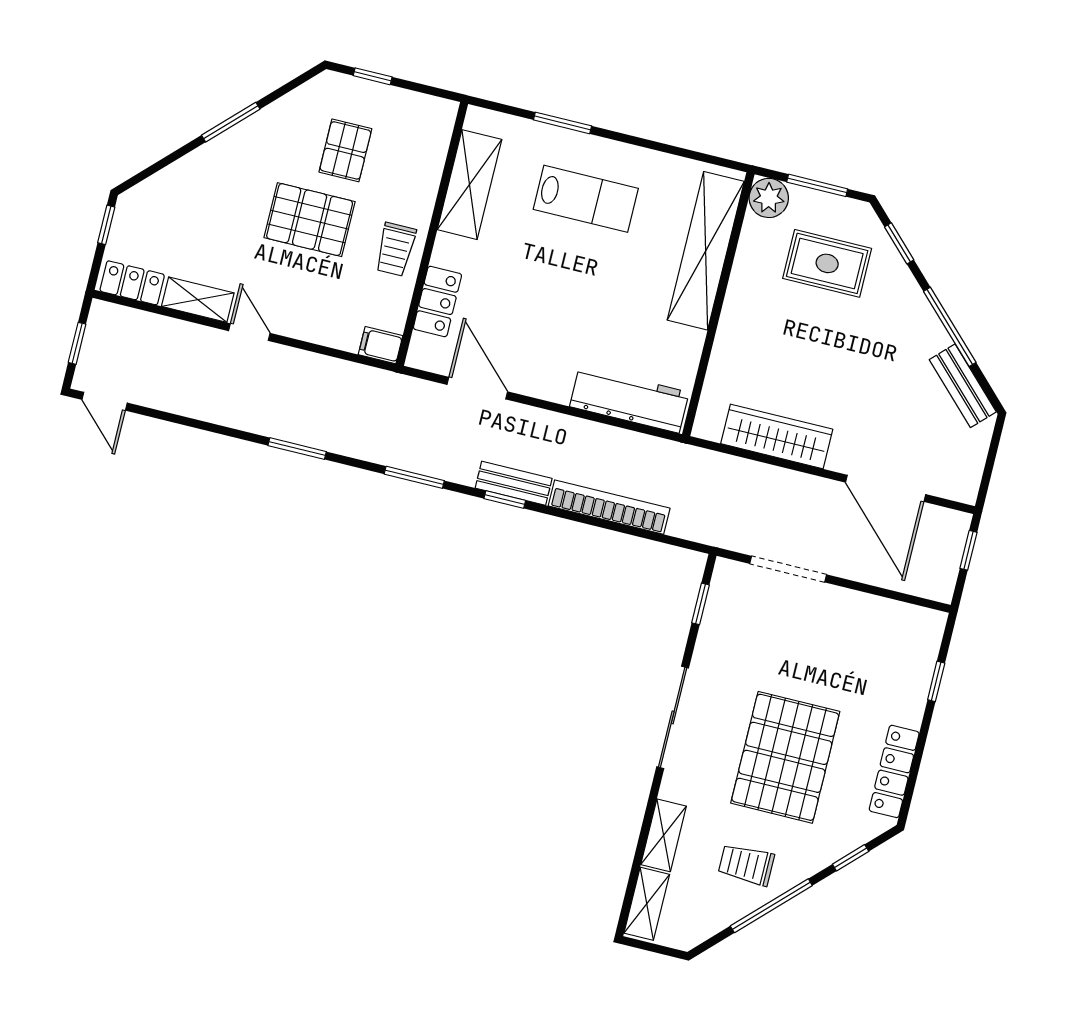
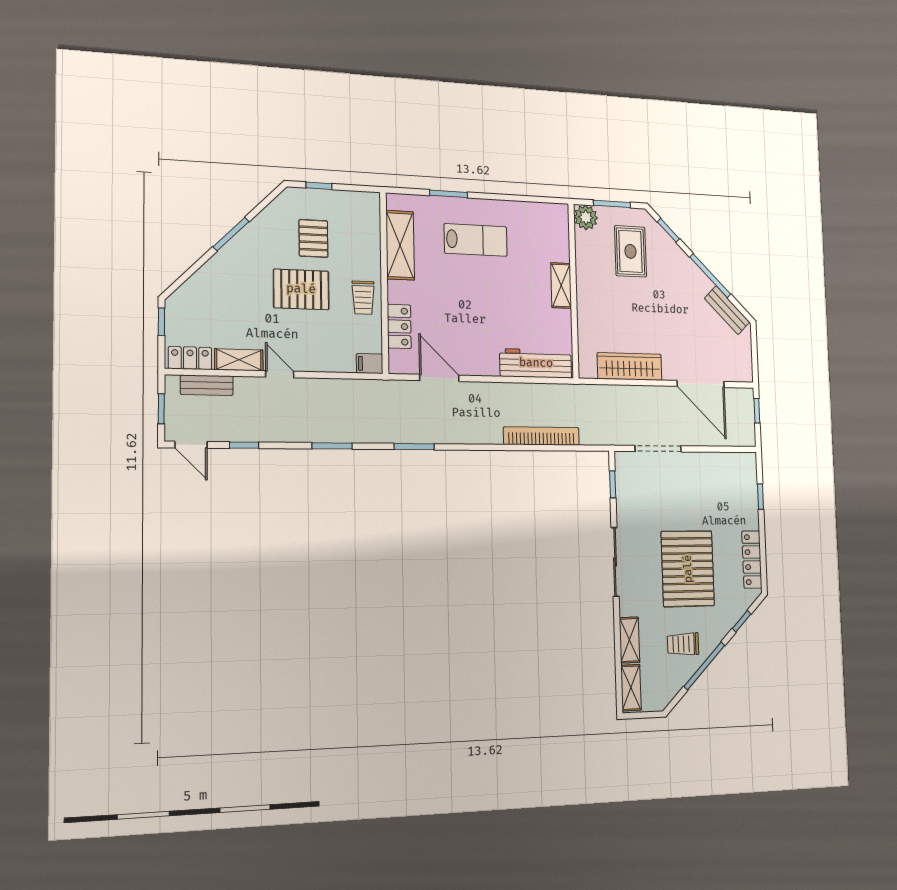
shelving: (706, 251) -> (561, 285), width x0.45, depth x0.75
rug: (827, 263) -> (630, 251), turned 90
bench: (514, 483) -> (207, 385), moved
window: (505, 500) -> (244, 445), moved

